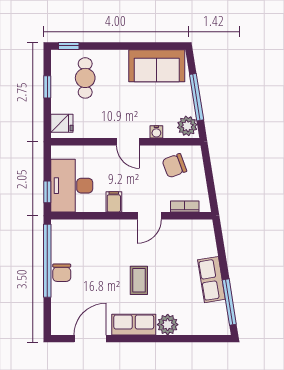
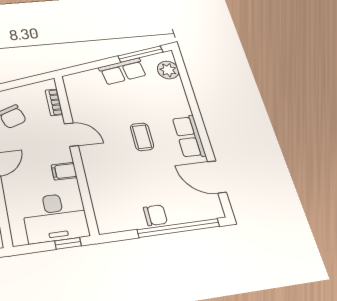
window: (47, 261) -> (179, 228), moved
coffee table: (139, 280) -> (142, 137), turned 90
plant: (168, 325) -> (168, 70), moved

